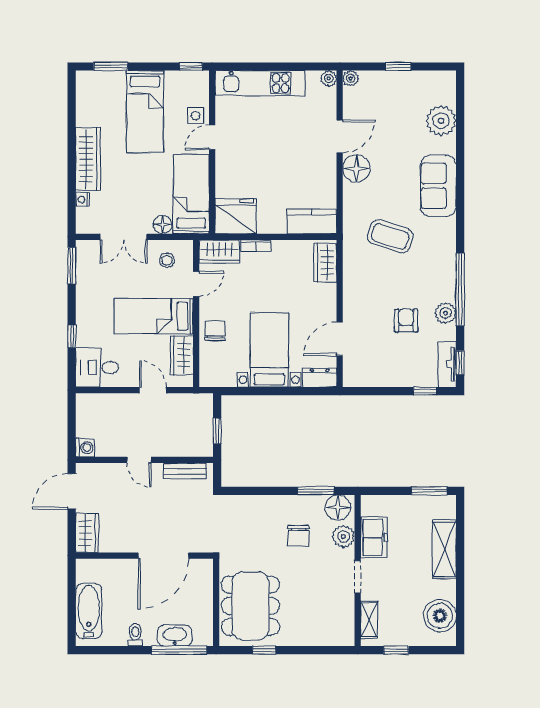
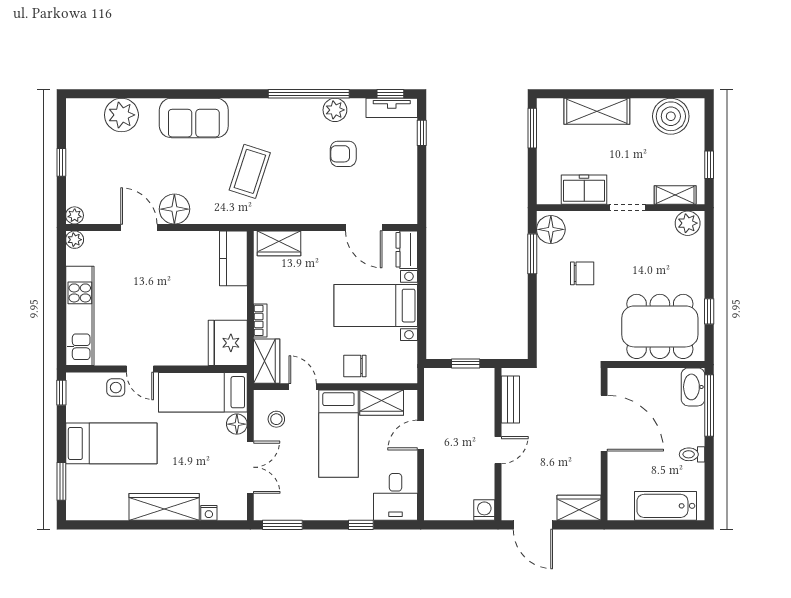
plant: (343, 537) -> (688, 223), moved
washbasin: (175, 636) -> (693, 387), moved

